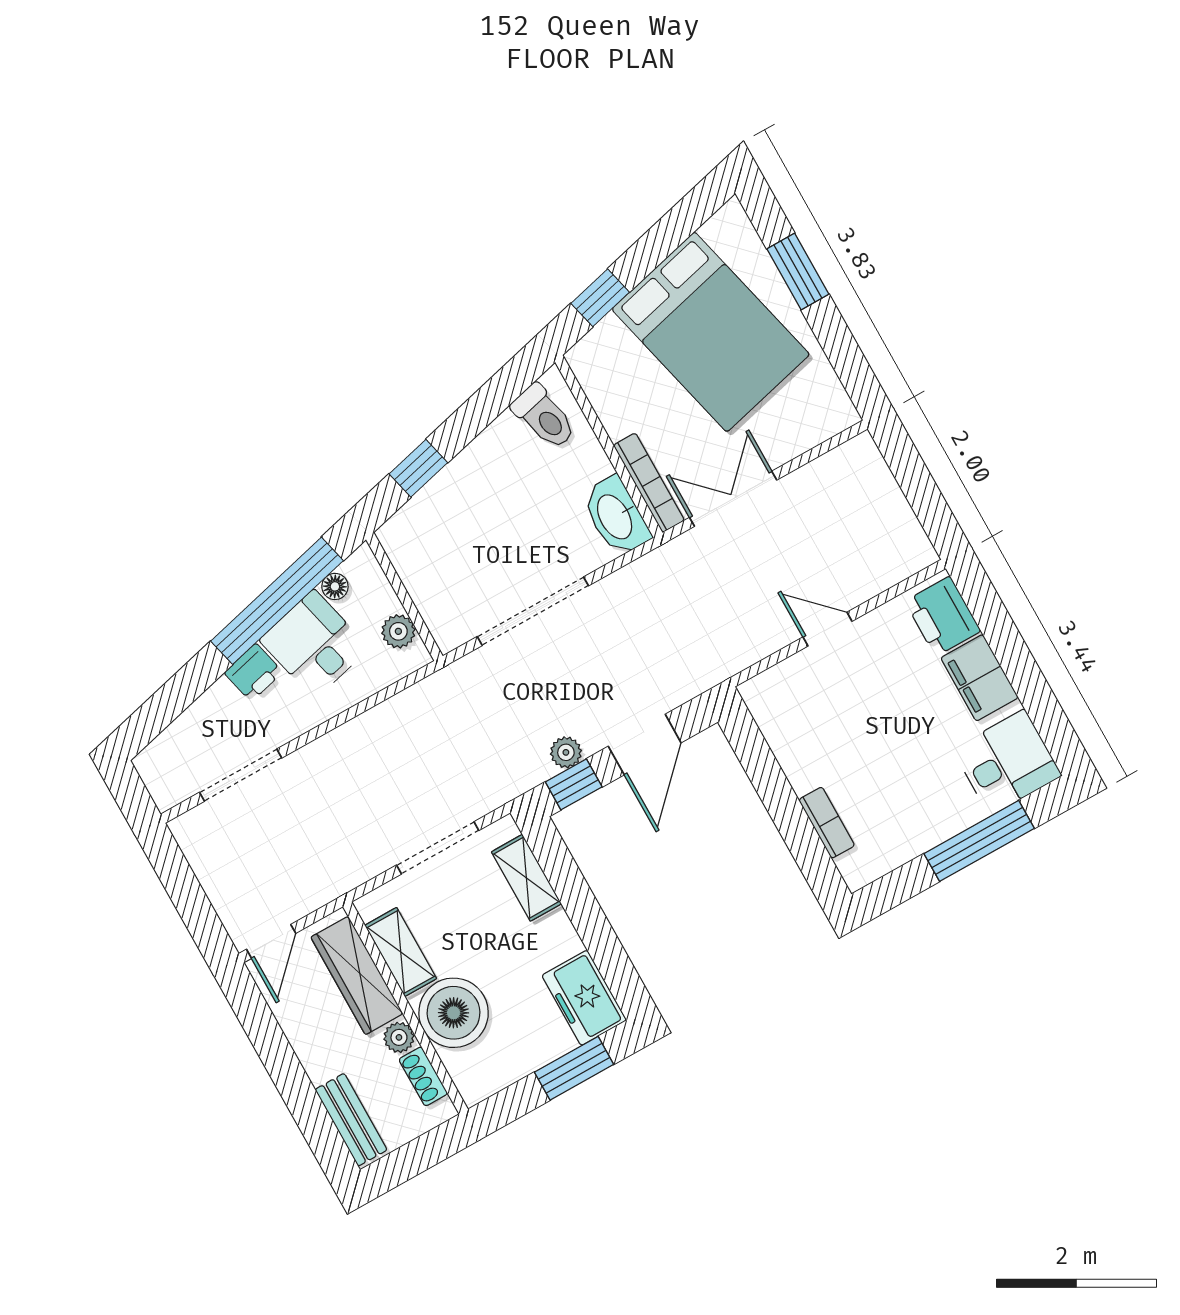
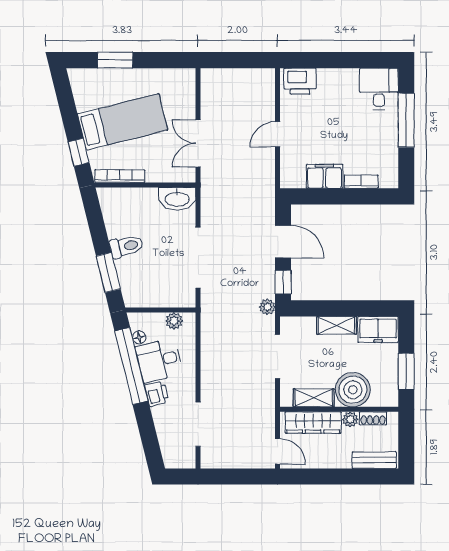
bed: (711, 332) -> (122, 122), width x0.67
toilet: (544, 417) -> (127, 246), moved
window: (418, 468) -> (108, 272), width x1.50
bookcase: (649, 483) -> (120, 176), moved
filing cabinet: (980, 678) -> (325, 176), moved, turned 180
plant: (566, 752) -> (267, 307), moved
shelving: (526, 878) -> (337, 325), moved
window: (574, 1068) -> (406, 372), moved

